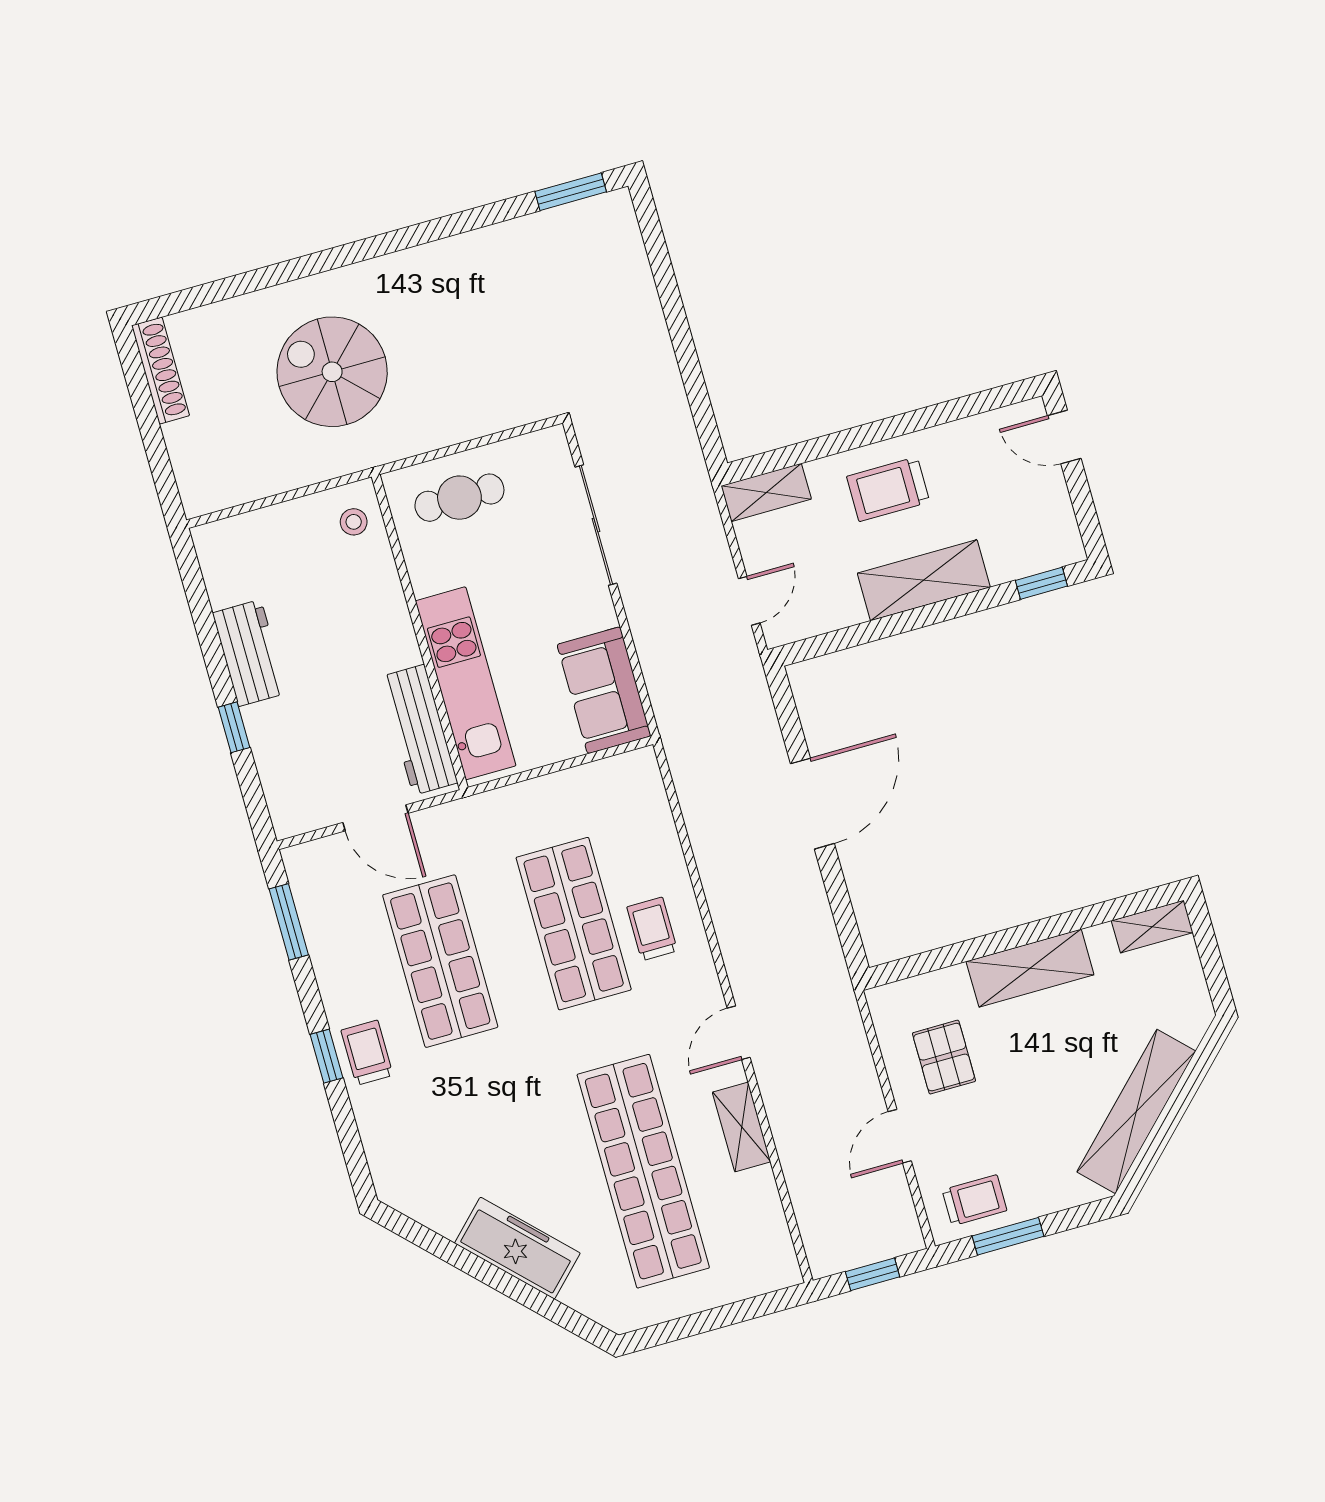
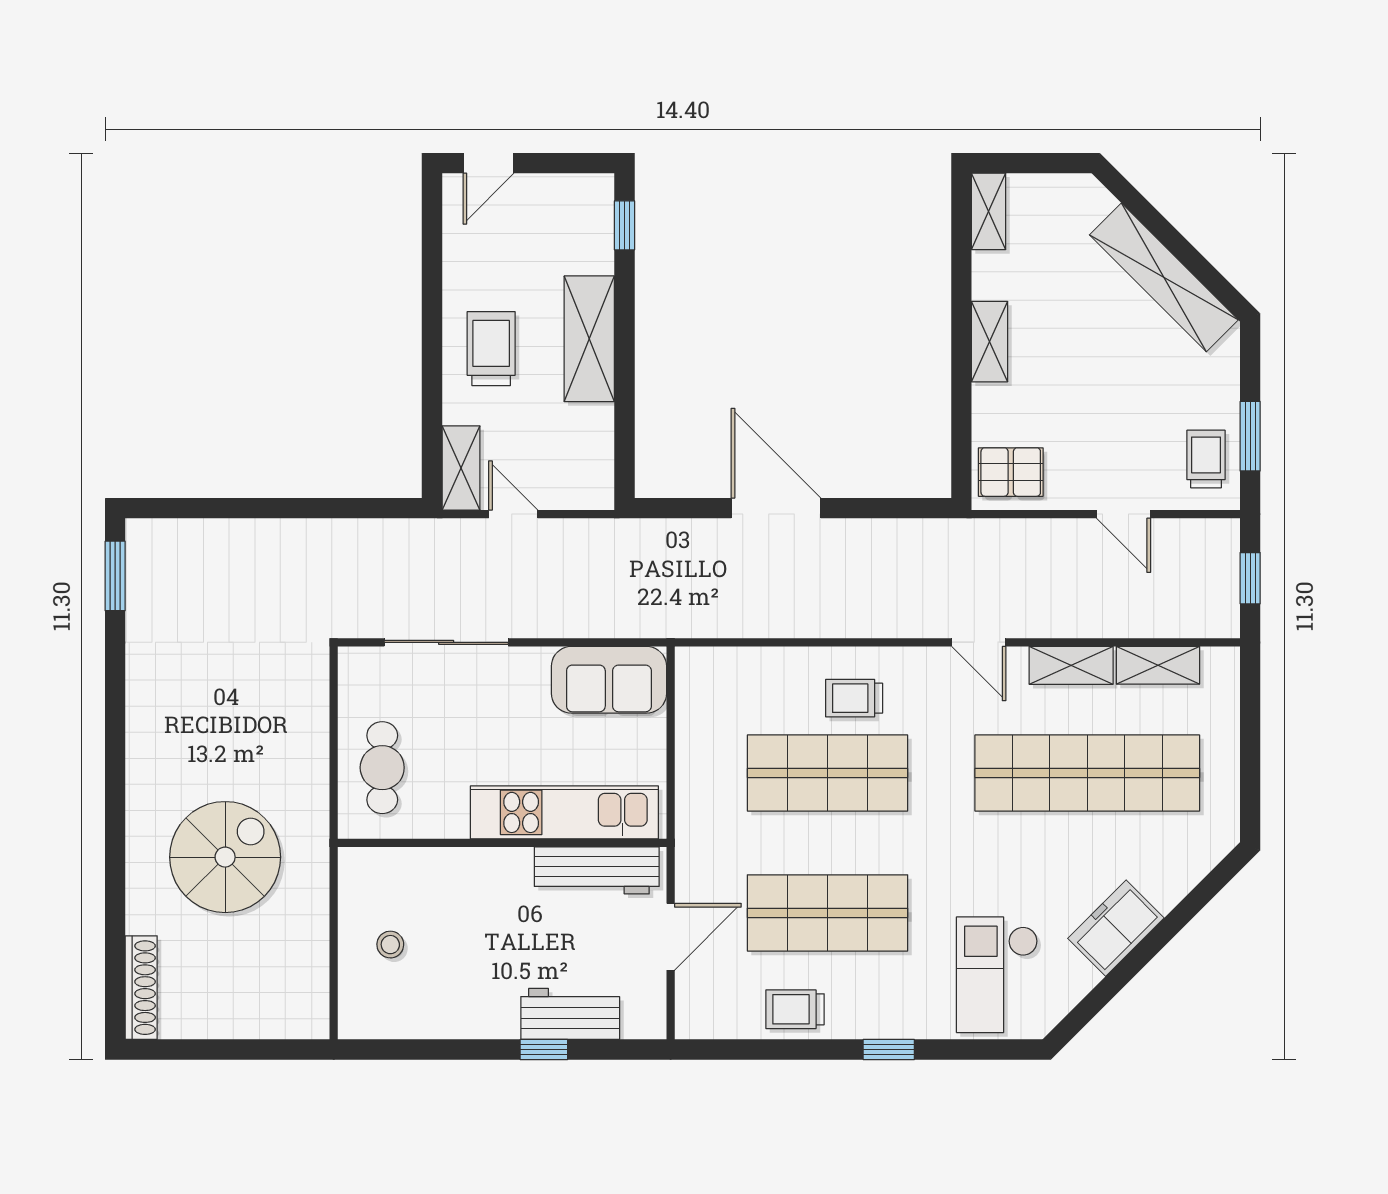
shoe rack: (161, 371) -> (141, 988), moved, turned 90
spiral stairs: (332, 372) -> (225, 857), turned 180
trolley: (888, 489) -> (491, 349), turned 180
stool: (354, 522) -> (390, 945), moved
door: (749, 601) -> (513, 514), moved
workbench: (250, 653) -> (570, 1014), moved
window: (289, 922) -> (748, 1050), removed
shelving: (1030, 968) -> (989, 342), width x0.67, depth x0.75
trolley: (367, 1053) -> (795, 1009), moved
pallet: (944, 1057) -> (1011, 472), moved
checkout: (427, 1139) -> (997, 975), added
shelving: (765, 1210) -> (1158, 665), added
freezer: (517, 1248) -> (1116, 928), width x0.71

